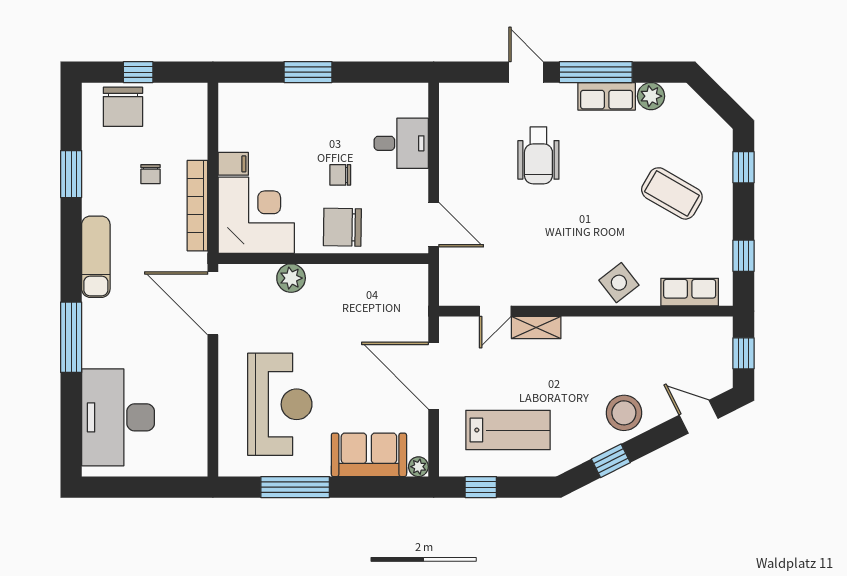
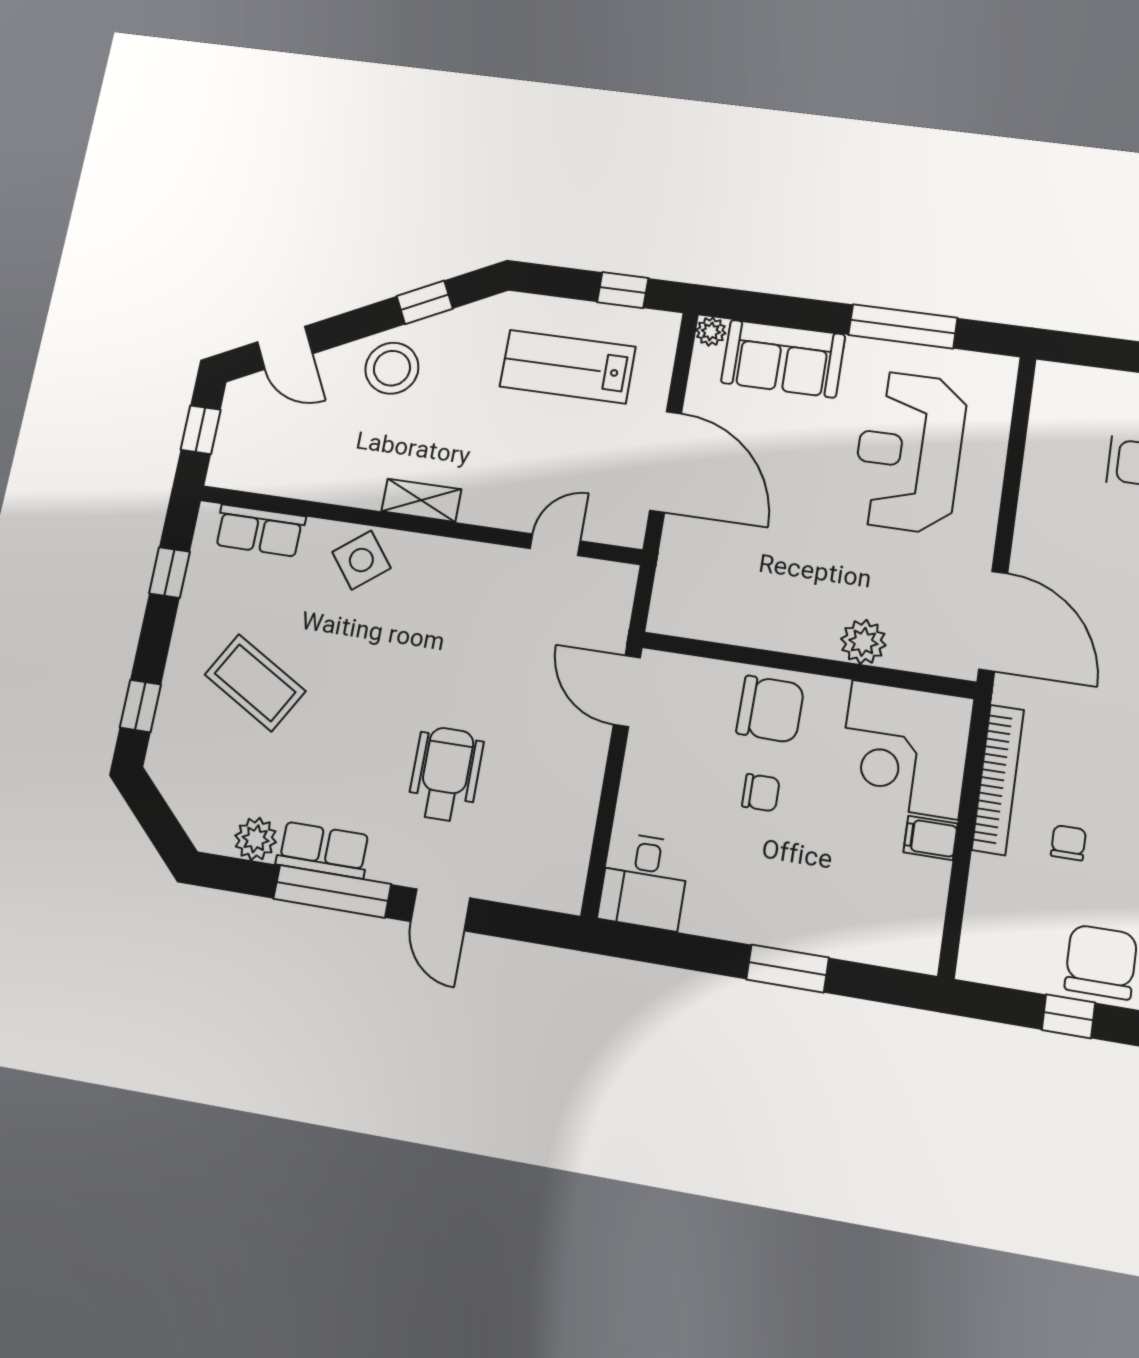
desk: (401, 143) -> (644, 881), moved, turned -90
shelving: (536, 327) -> (421, 500), moved

